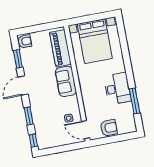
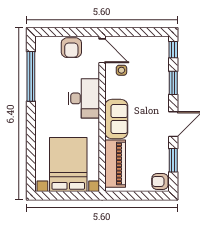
desk: (117, 89) -> (84, 98), moved, turned 180
window: (135, 101) -> (31, 76), width x1.46
armchair: (109, 128) -> (71, 48), turned -90

